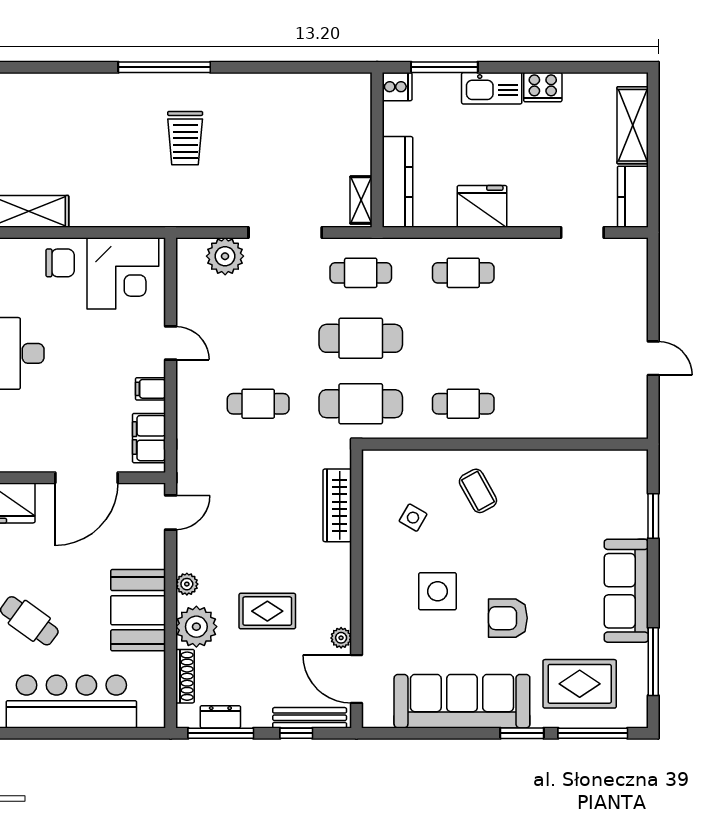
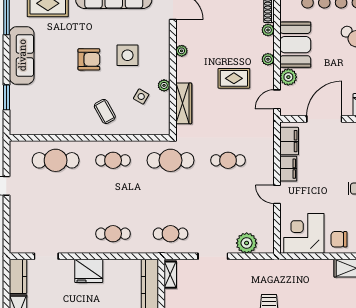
fridge: (482, 206) -> (89, 271), moved
doorway: (285, 232) -> (213, 256), width x0.73
cafe table: (361, 338) -> (56, 160), moved
filing cabinet: (151, 389) -> (288, 169), width x2.00
plant: (372, 537) -> (164, 85), added
plant: (150, 552) -> (288, 77), added
rug: (267, 611) -> (234, 78), moved
armchair: (508, 618) -> (89, 59), moved
plant: (196, 627) -> (268, 30), width x0.53, depth x0.53
plant: (341, 638) -> (182, 51), moved

